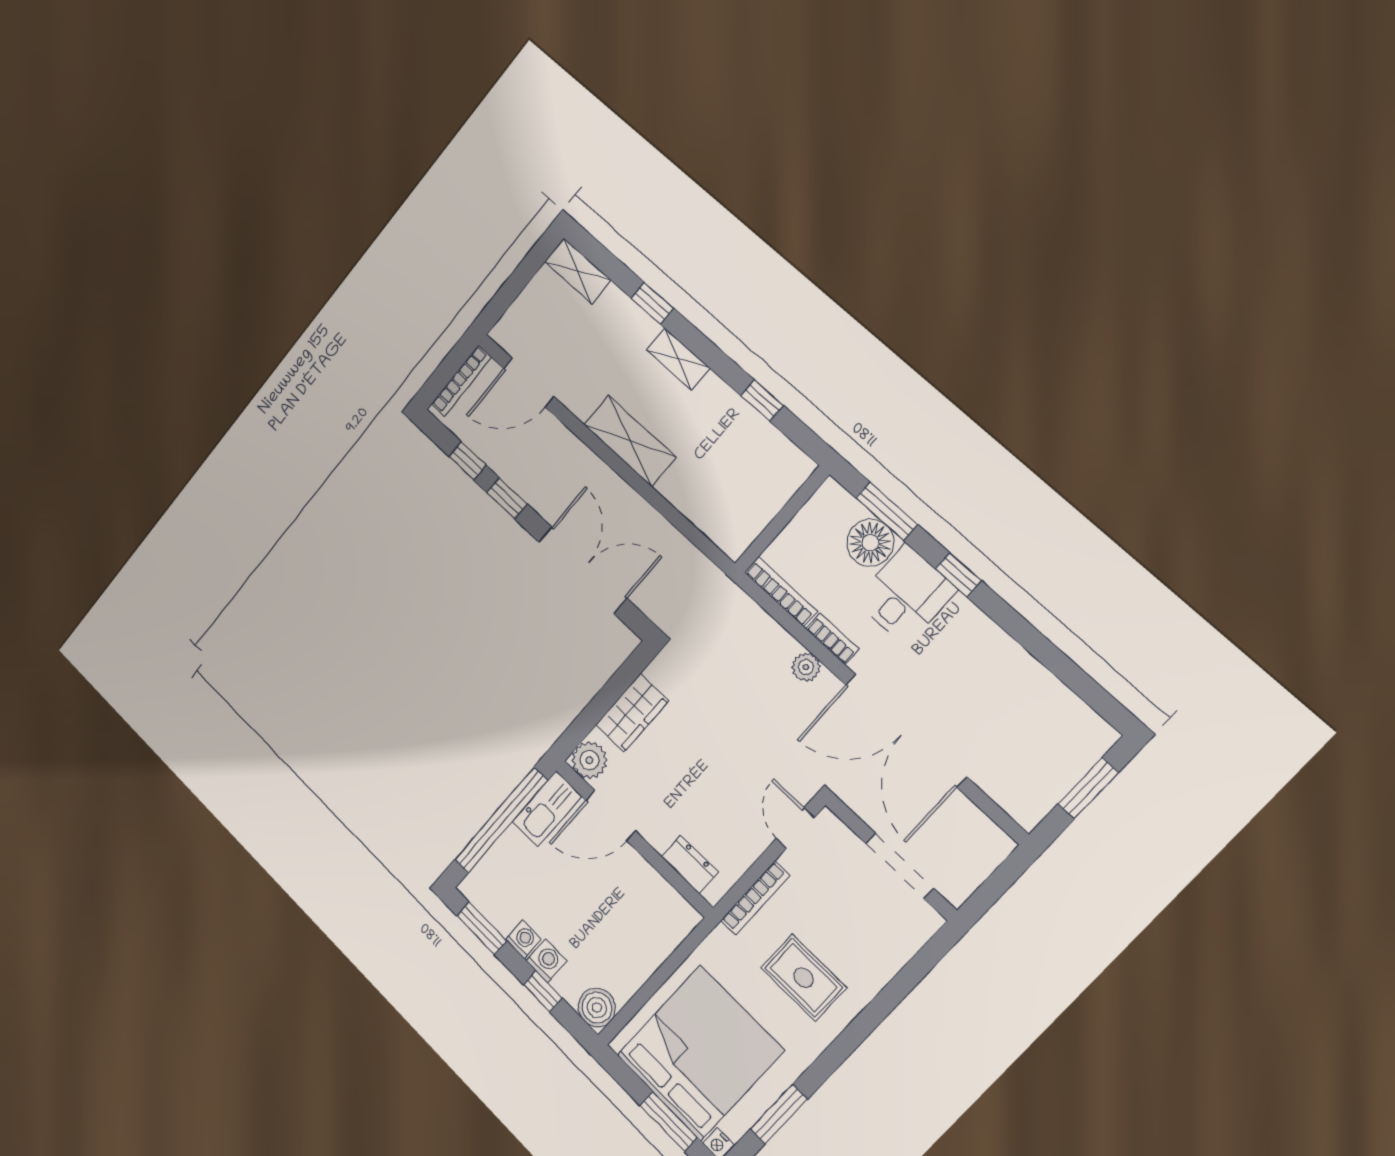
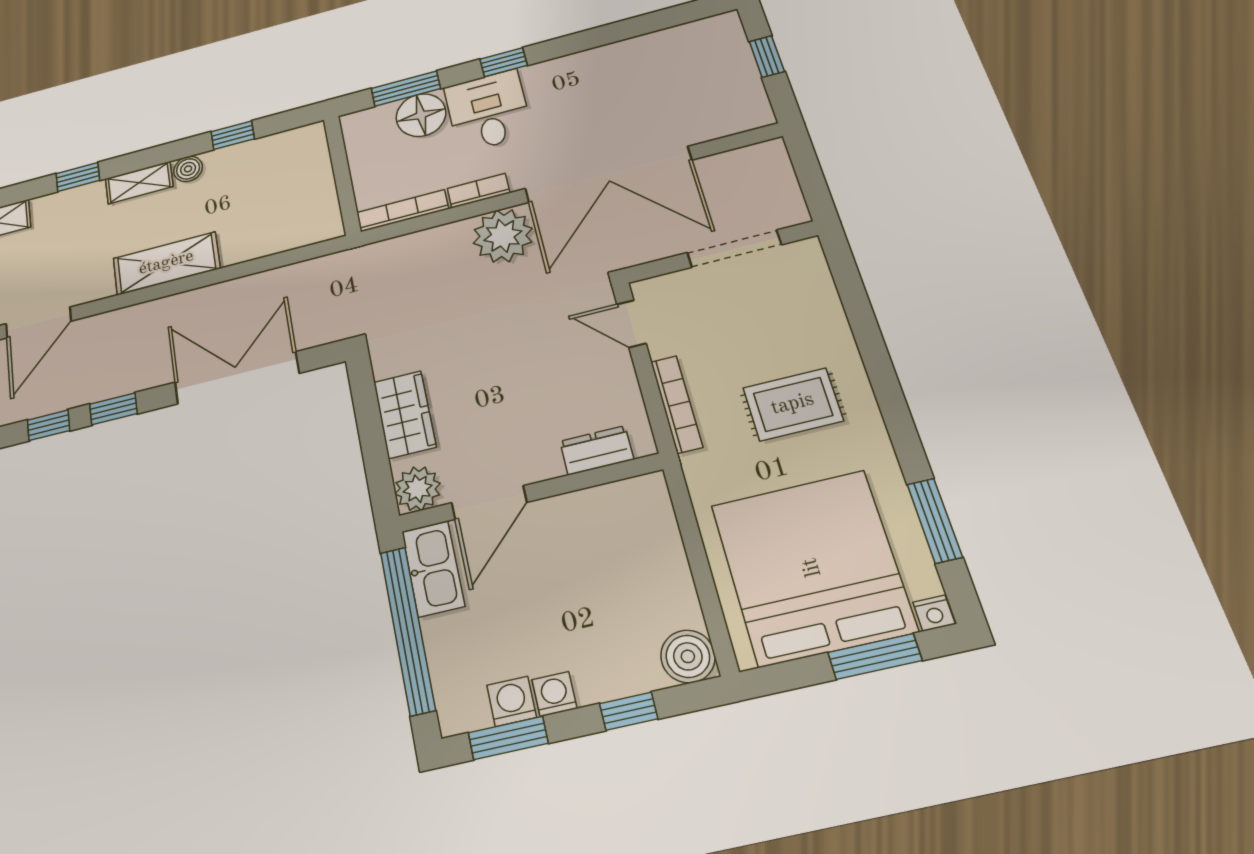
boiler: (713, 389) -> (188, 169), added
plant: (806, 667) -> (503, 236), width x1.88, depth x1.88
window: (1088, 788) -> (767, 56), width x0.67
washing machine: (547, 961) -> (512, 701), moved

